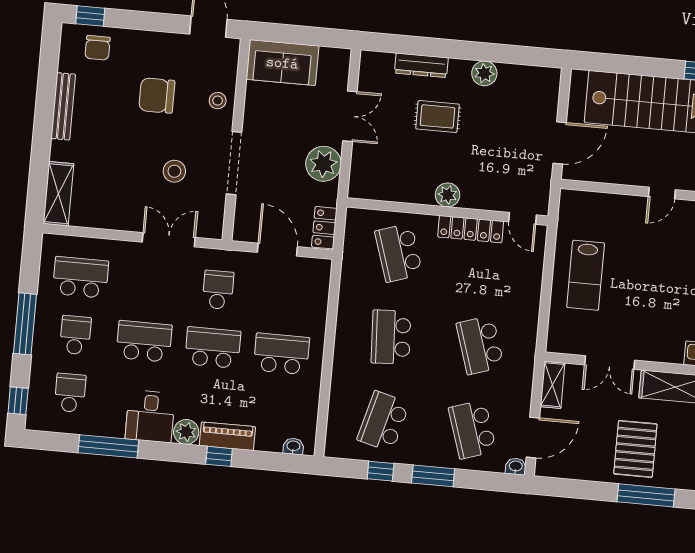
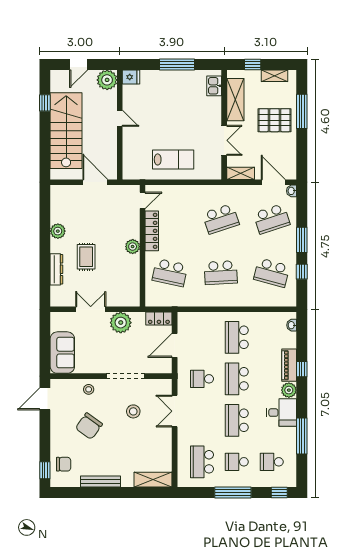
chair: (157, 95) -> (89, 426), turned 36
school desk: (399, 253) -> (170, 273), turned 30

